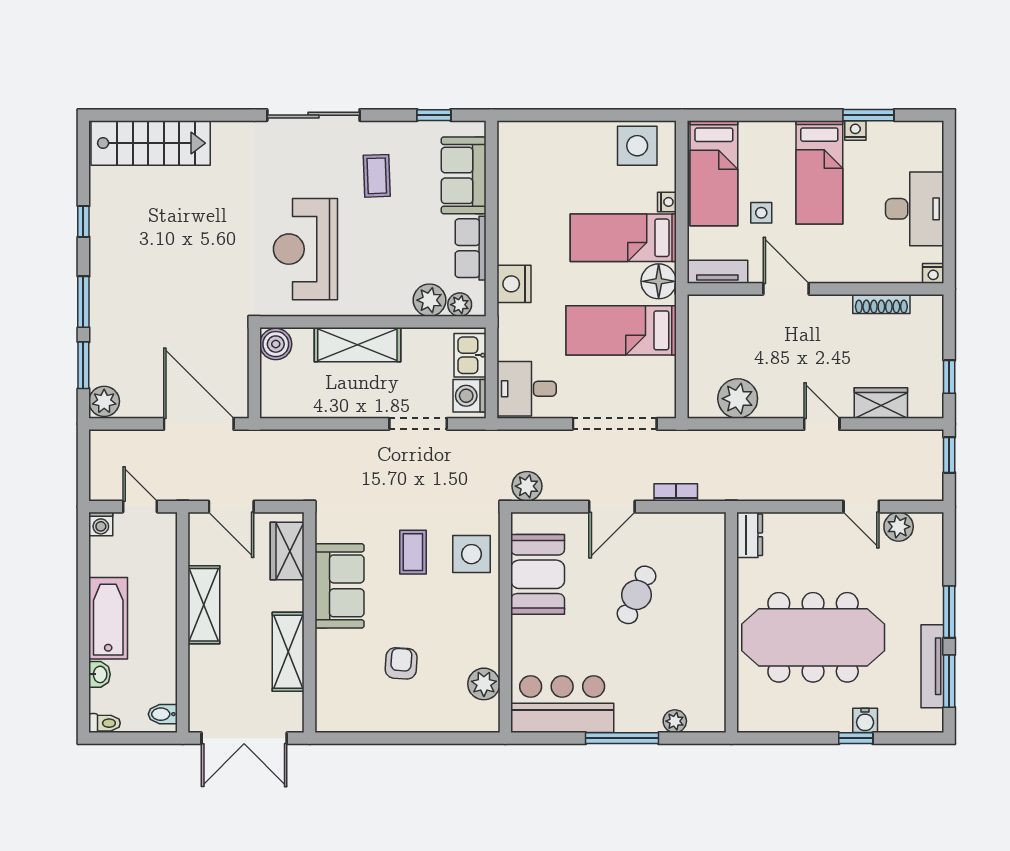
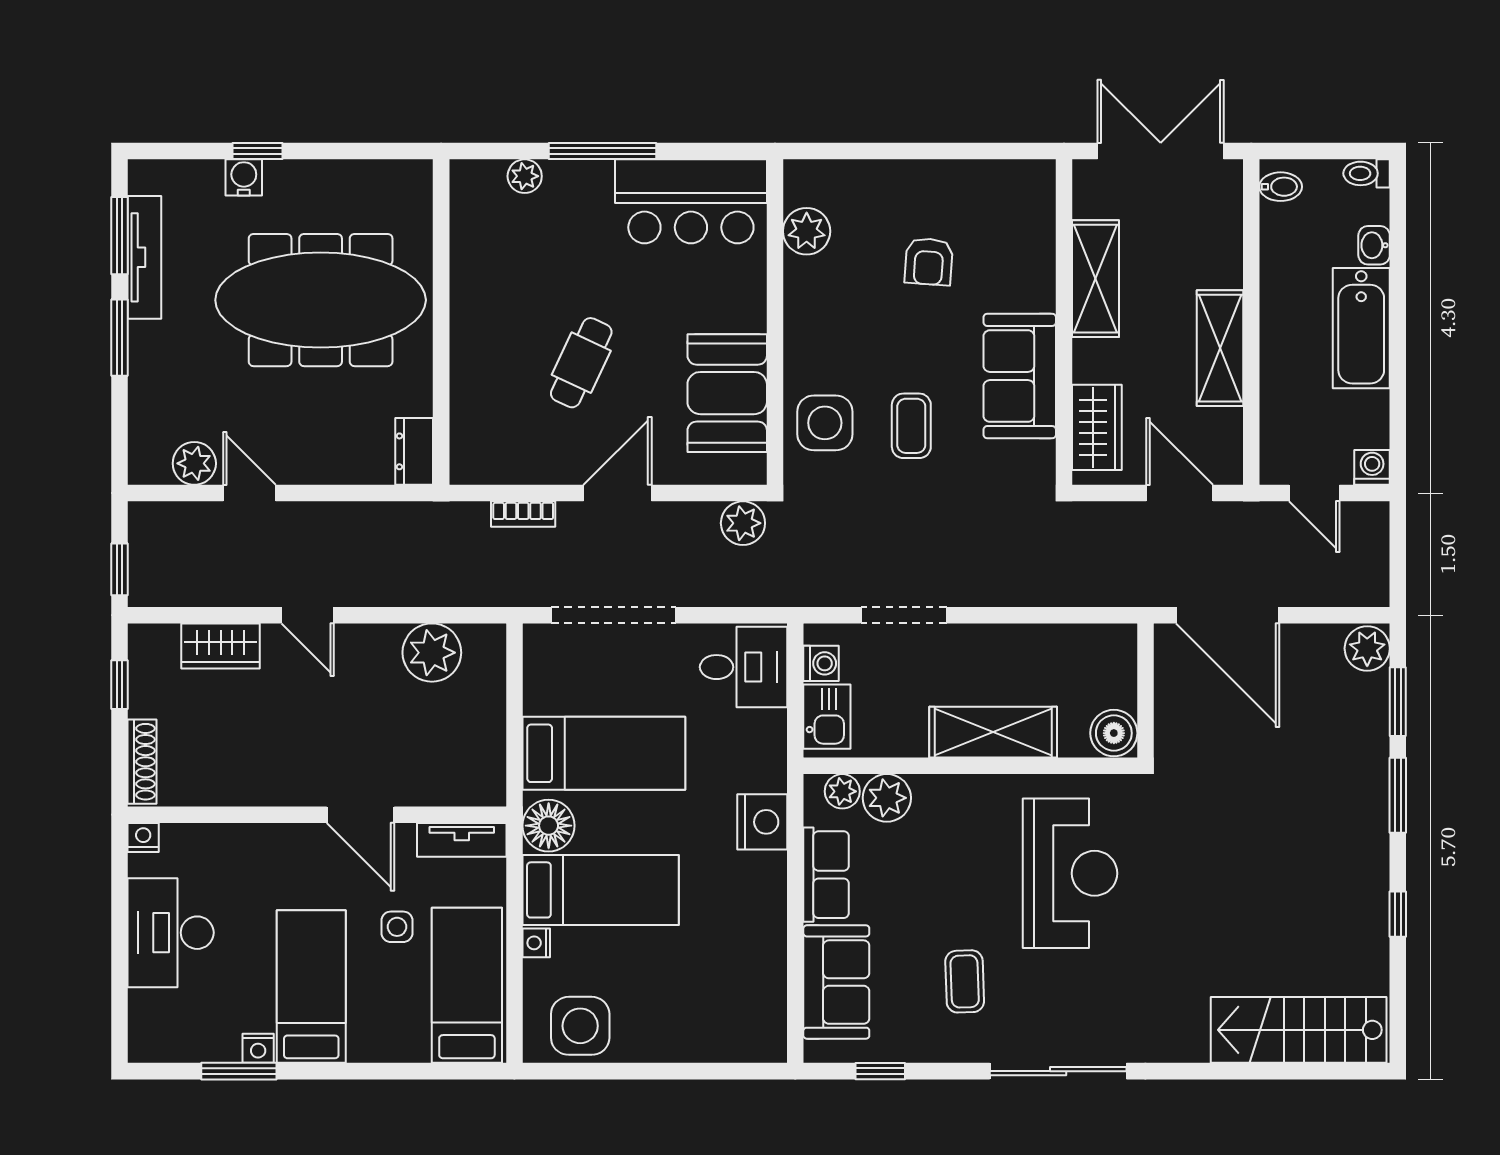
shoe rack: (881, 304) -> (142, 762), moved, turned 90
washing machine: (470, 396) -> (821, 663), width x0.73, depth x0.73

